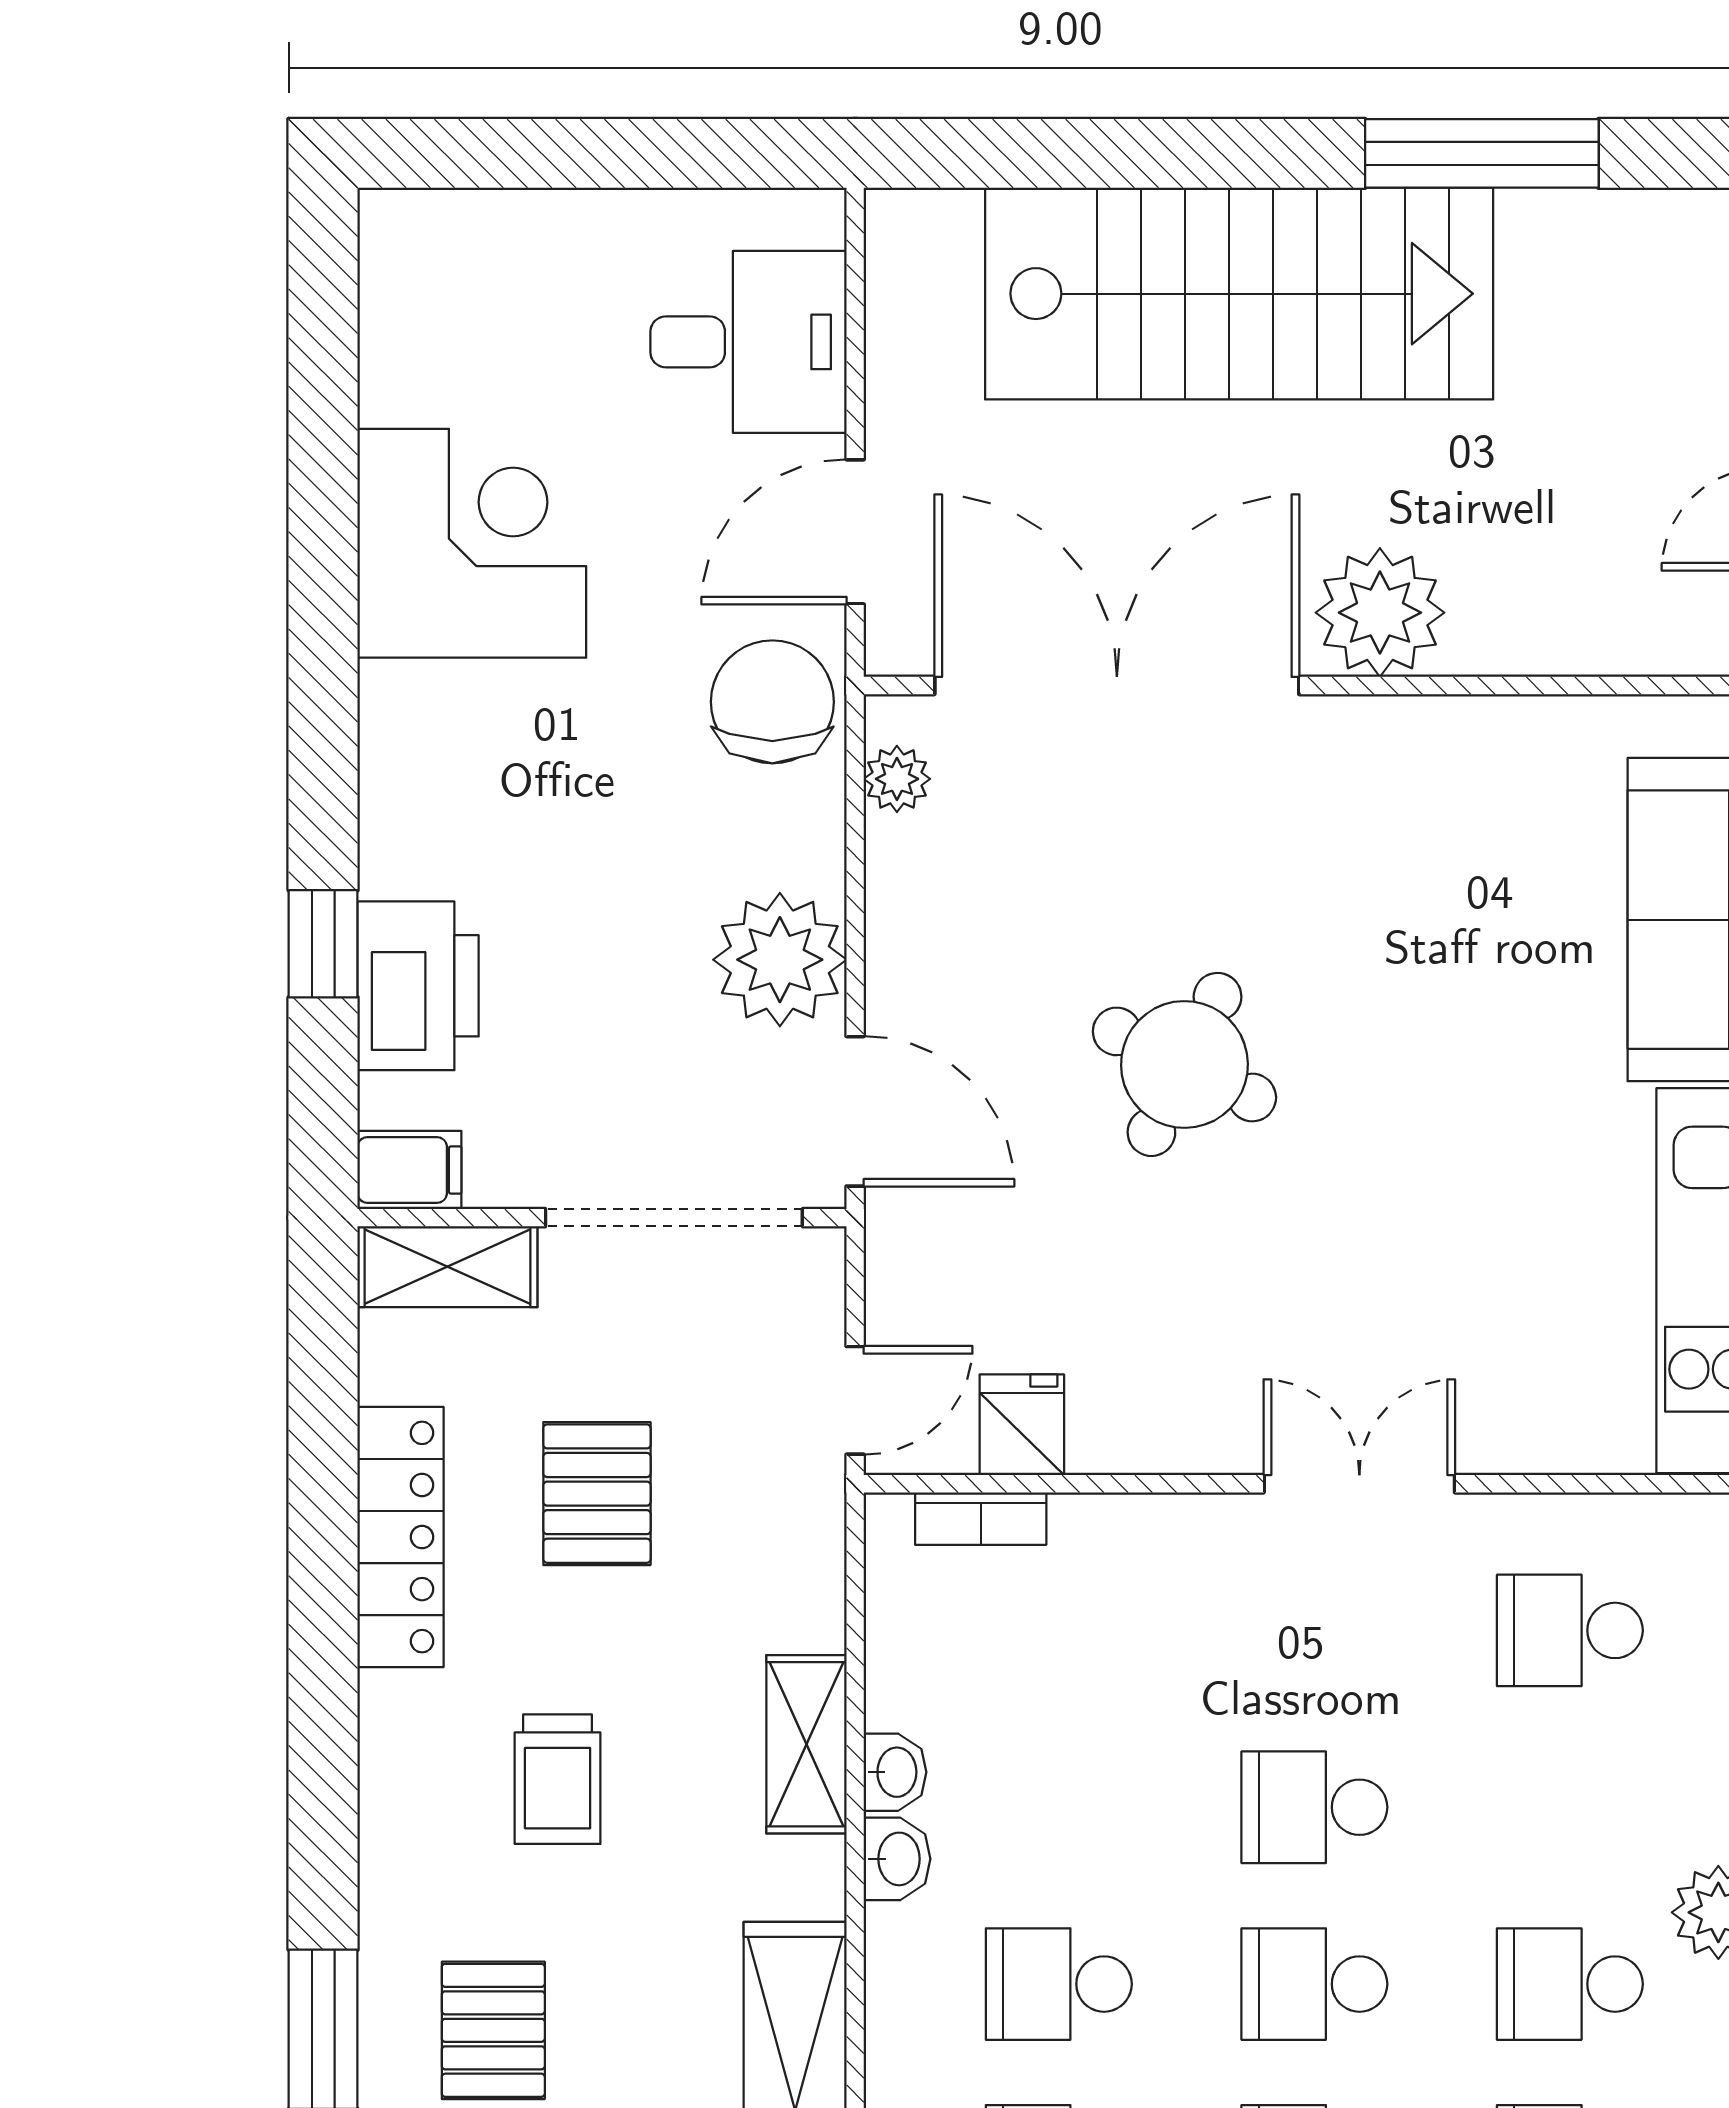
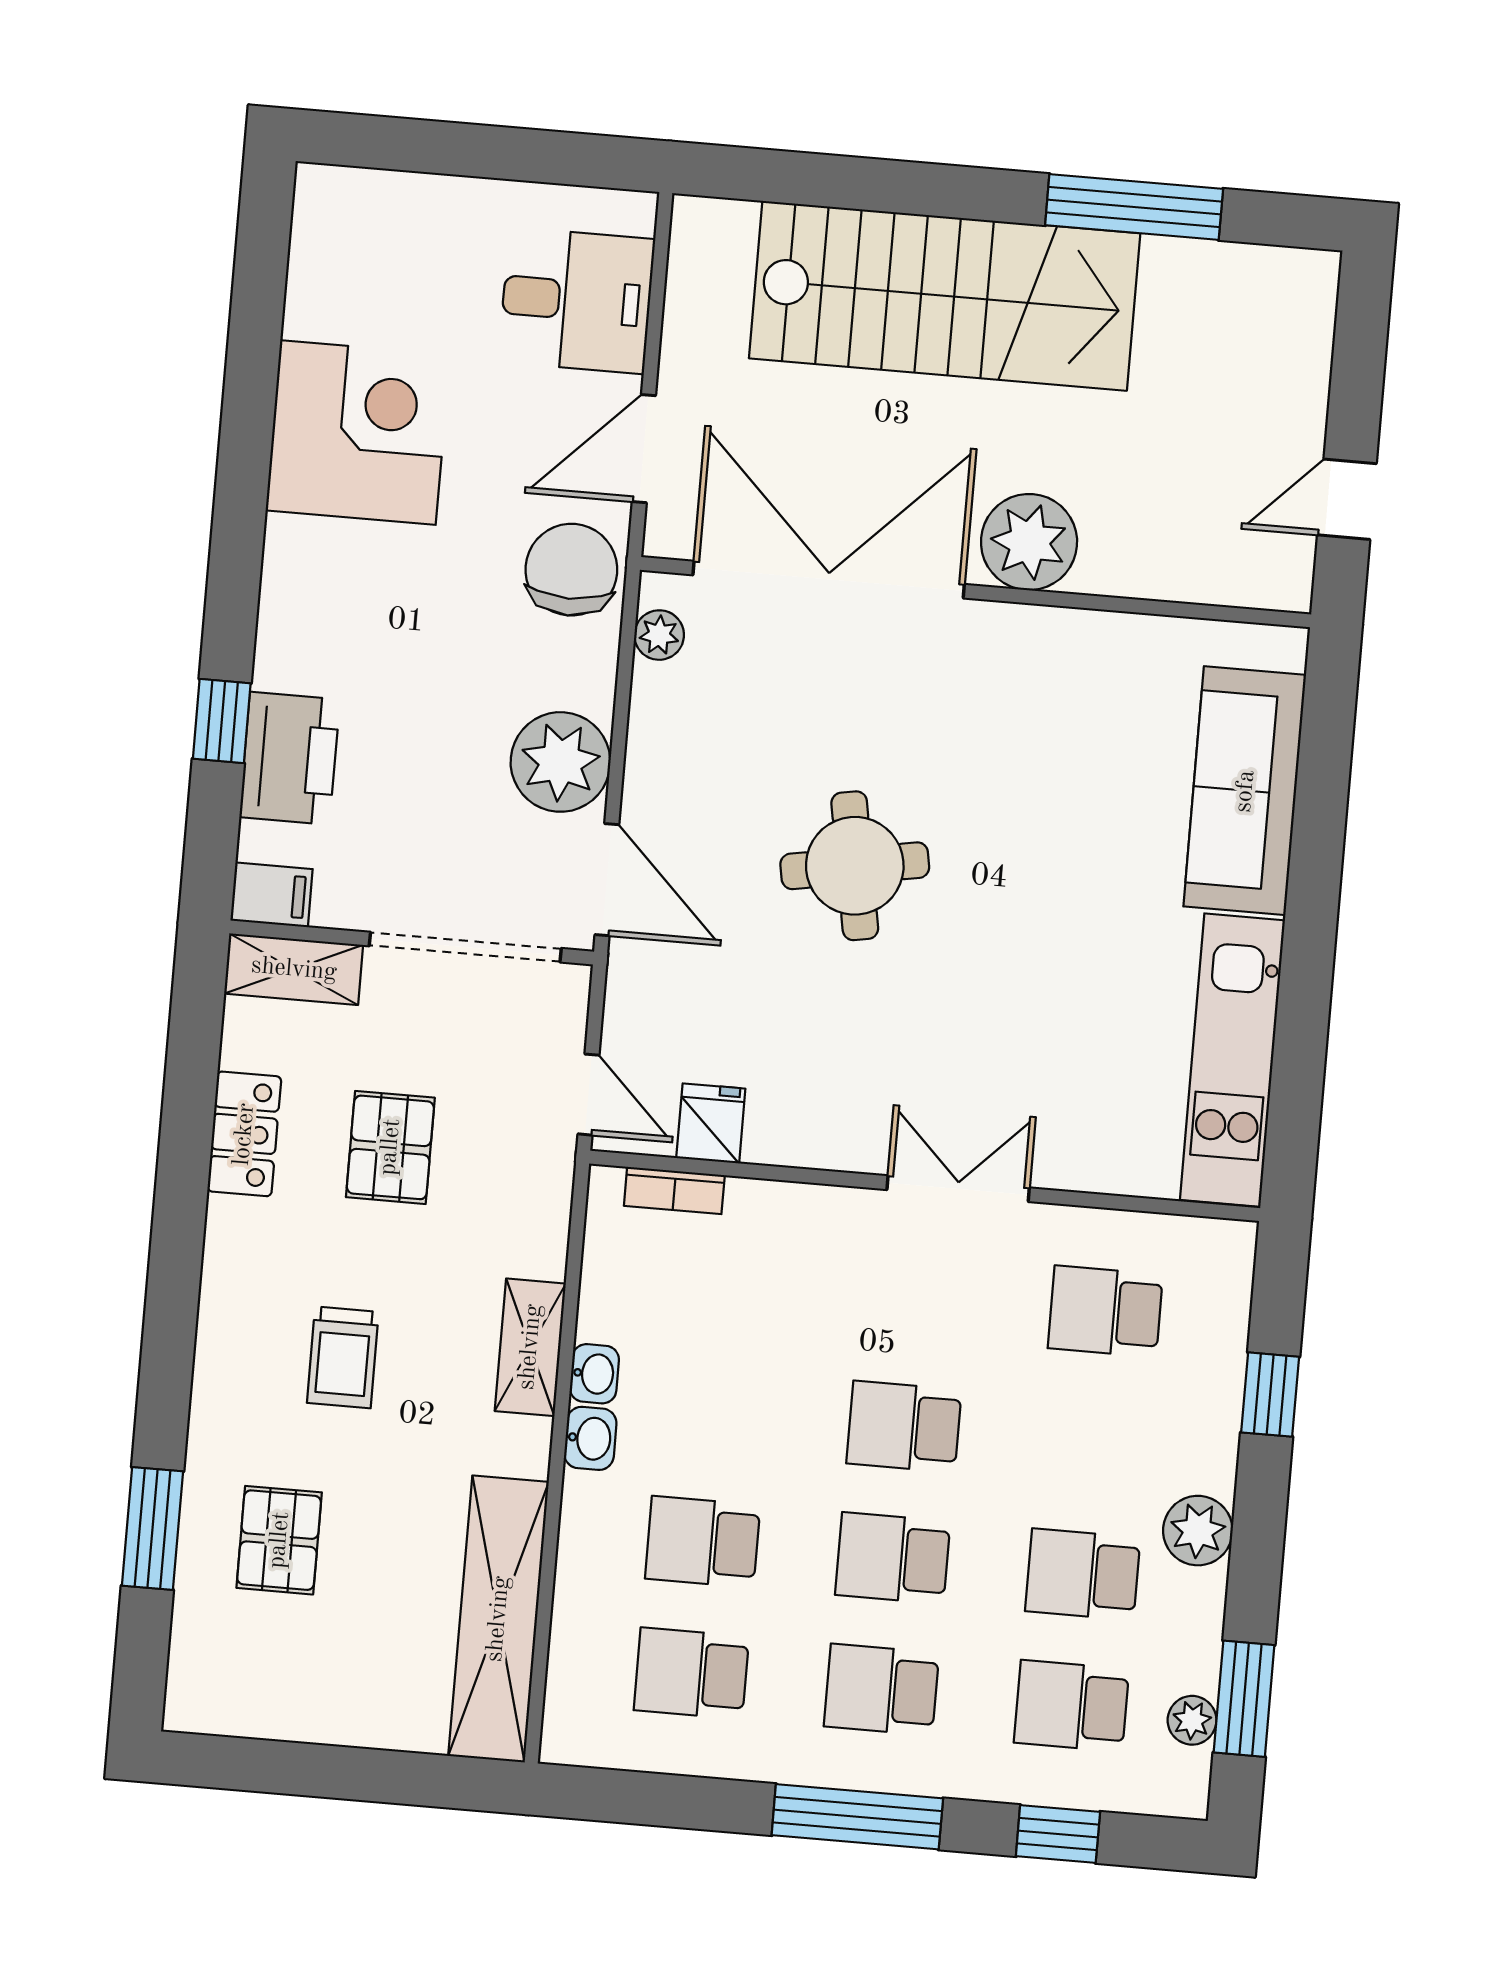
round table: (1184, 1064) -> (855, 866), turned -36
door: (855, 1400) -> (588, 1095), hinge flipped
locker: (400, 1537) -> (244, 1134), width x0.66

